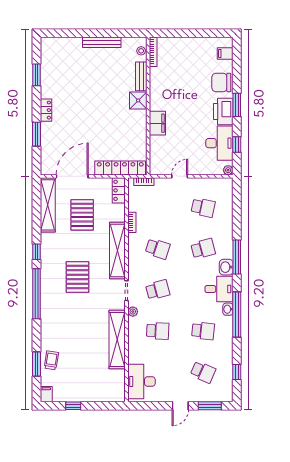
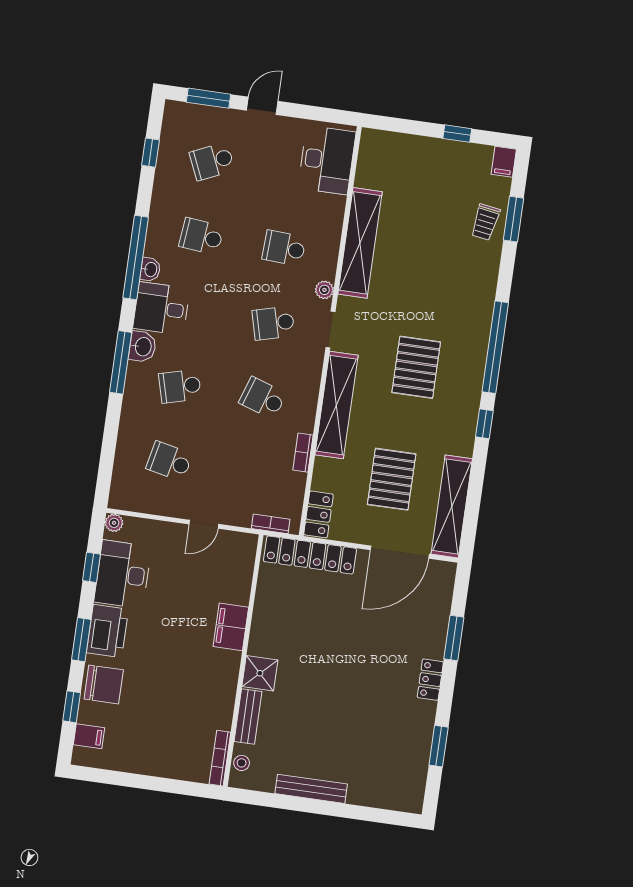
window: (237, 68) -> (72, 707), added
school desk: (203, 372) -> (212, 161), turned -48

